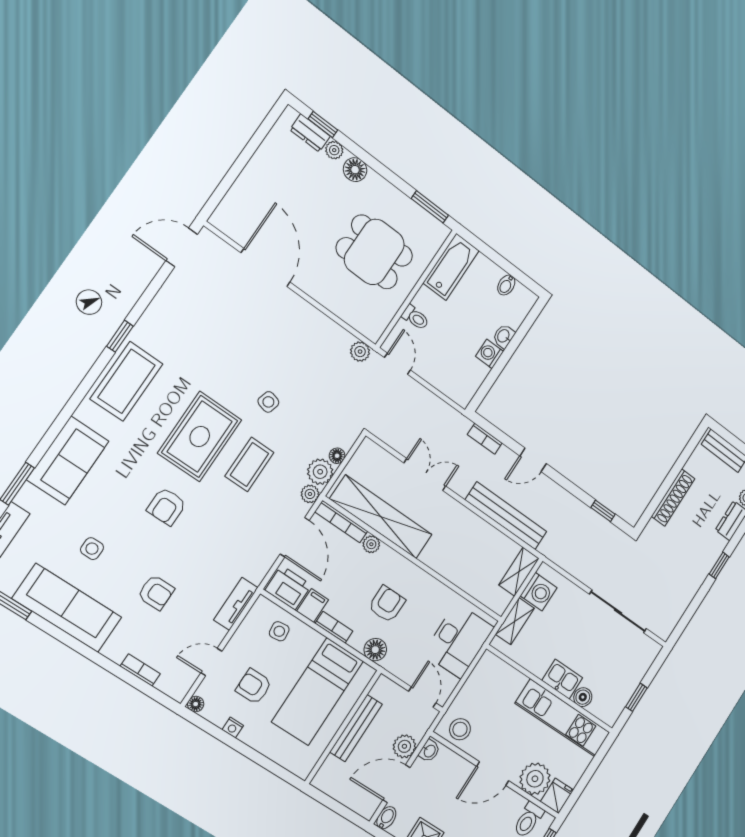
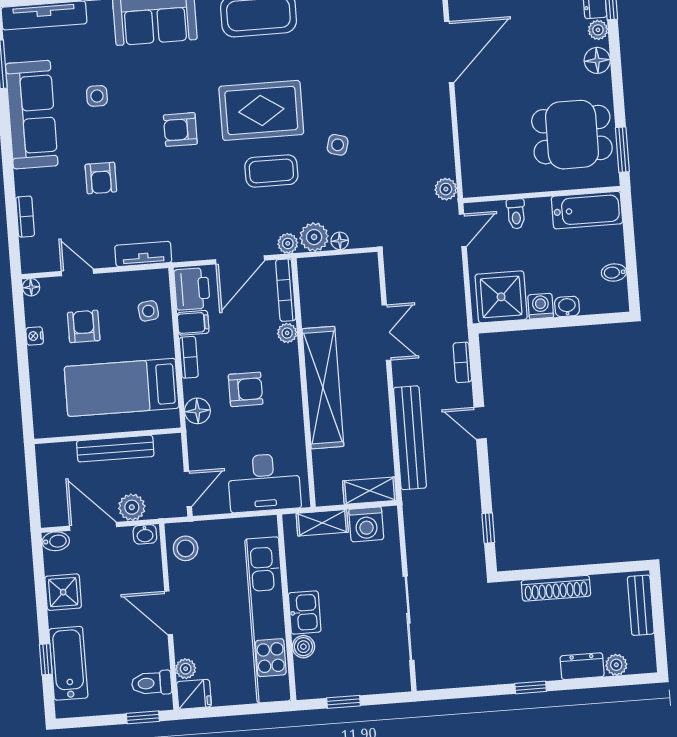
dining table: (374, 252) -> (572, 135), moved, turned 90
shower: (463, 375) -> (501, 297), added
shelving: (381, 517) -> (323, 388), moved
kitchen unit: (563, 718) -> (268, 620), width x1.36
plant: (535, 779) -> (186, 669), width x0.53, depth x0.53

